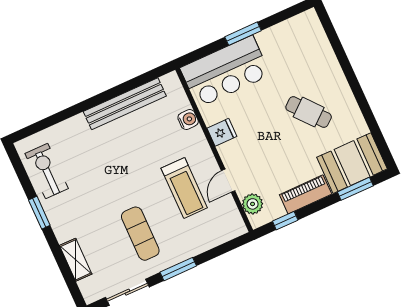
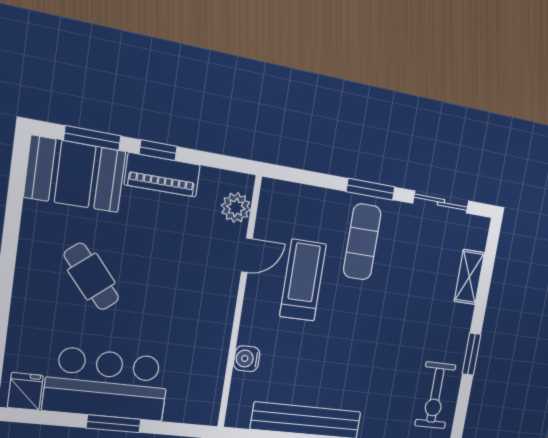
bar counter: (225, 72) -> (107, 384), moved
fridge: (222, 132) -> (25, 391), moved, turned 90
window: (285, 221) -> (158, 150), moved
exercise mat: (140, 234) -> (362, 242), moved

